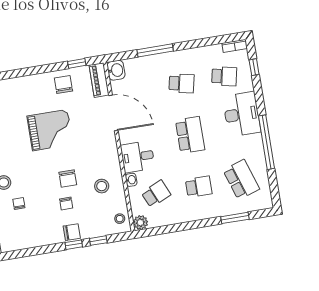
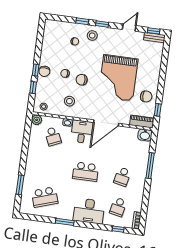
door: (113, 113) -> (106, 123), moved
grand piano: (50, 130) -> (118, 78), width x1.37, depth x1.48
window: (266, 142) -> (65, 222), width x0.47
school desk: (199, 187) -> (49, 167), removed

